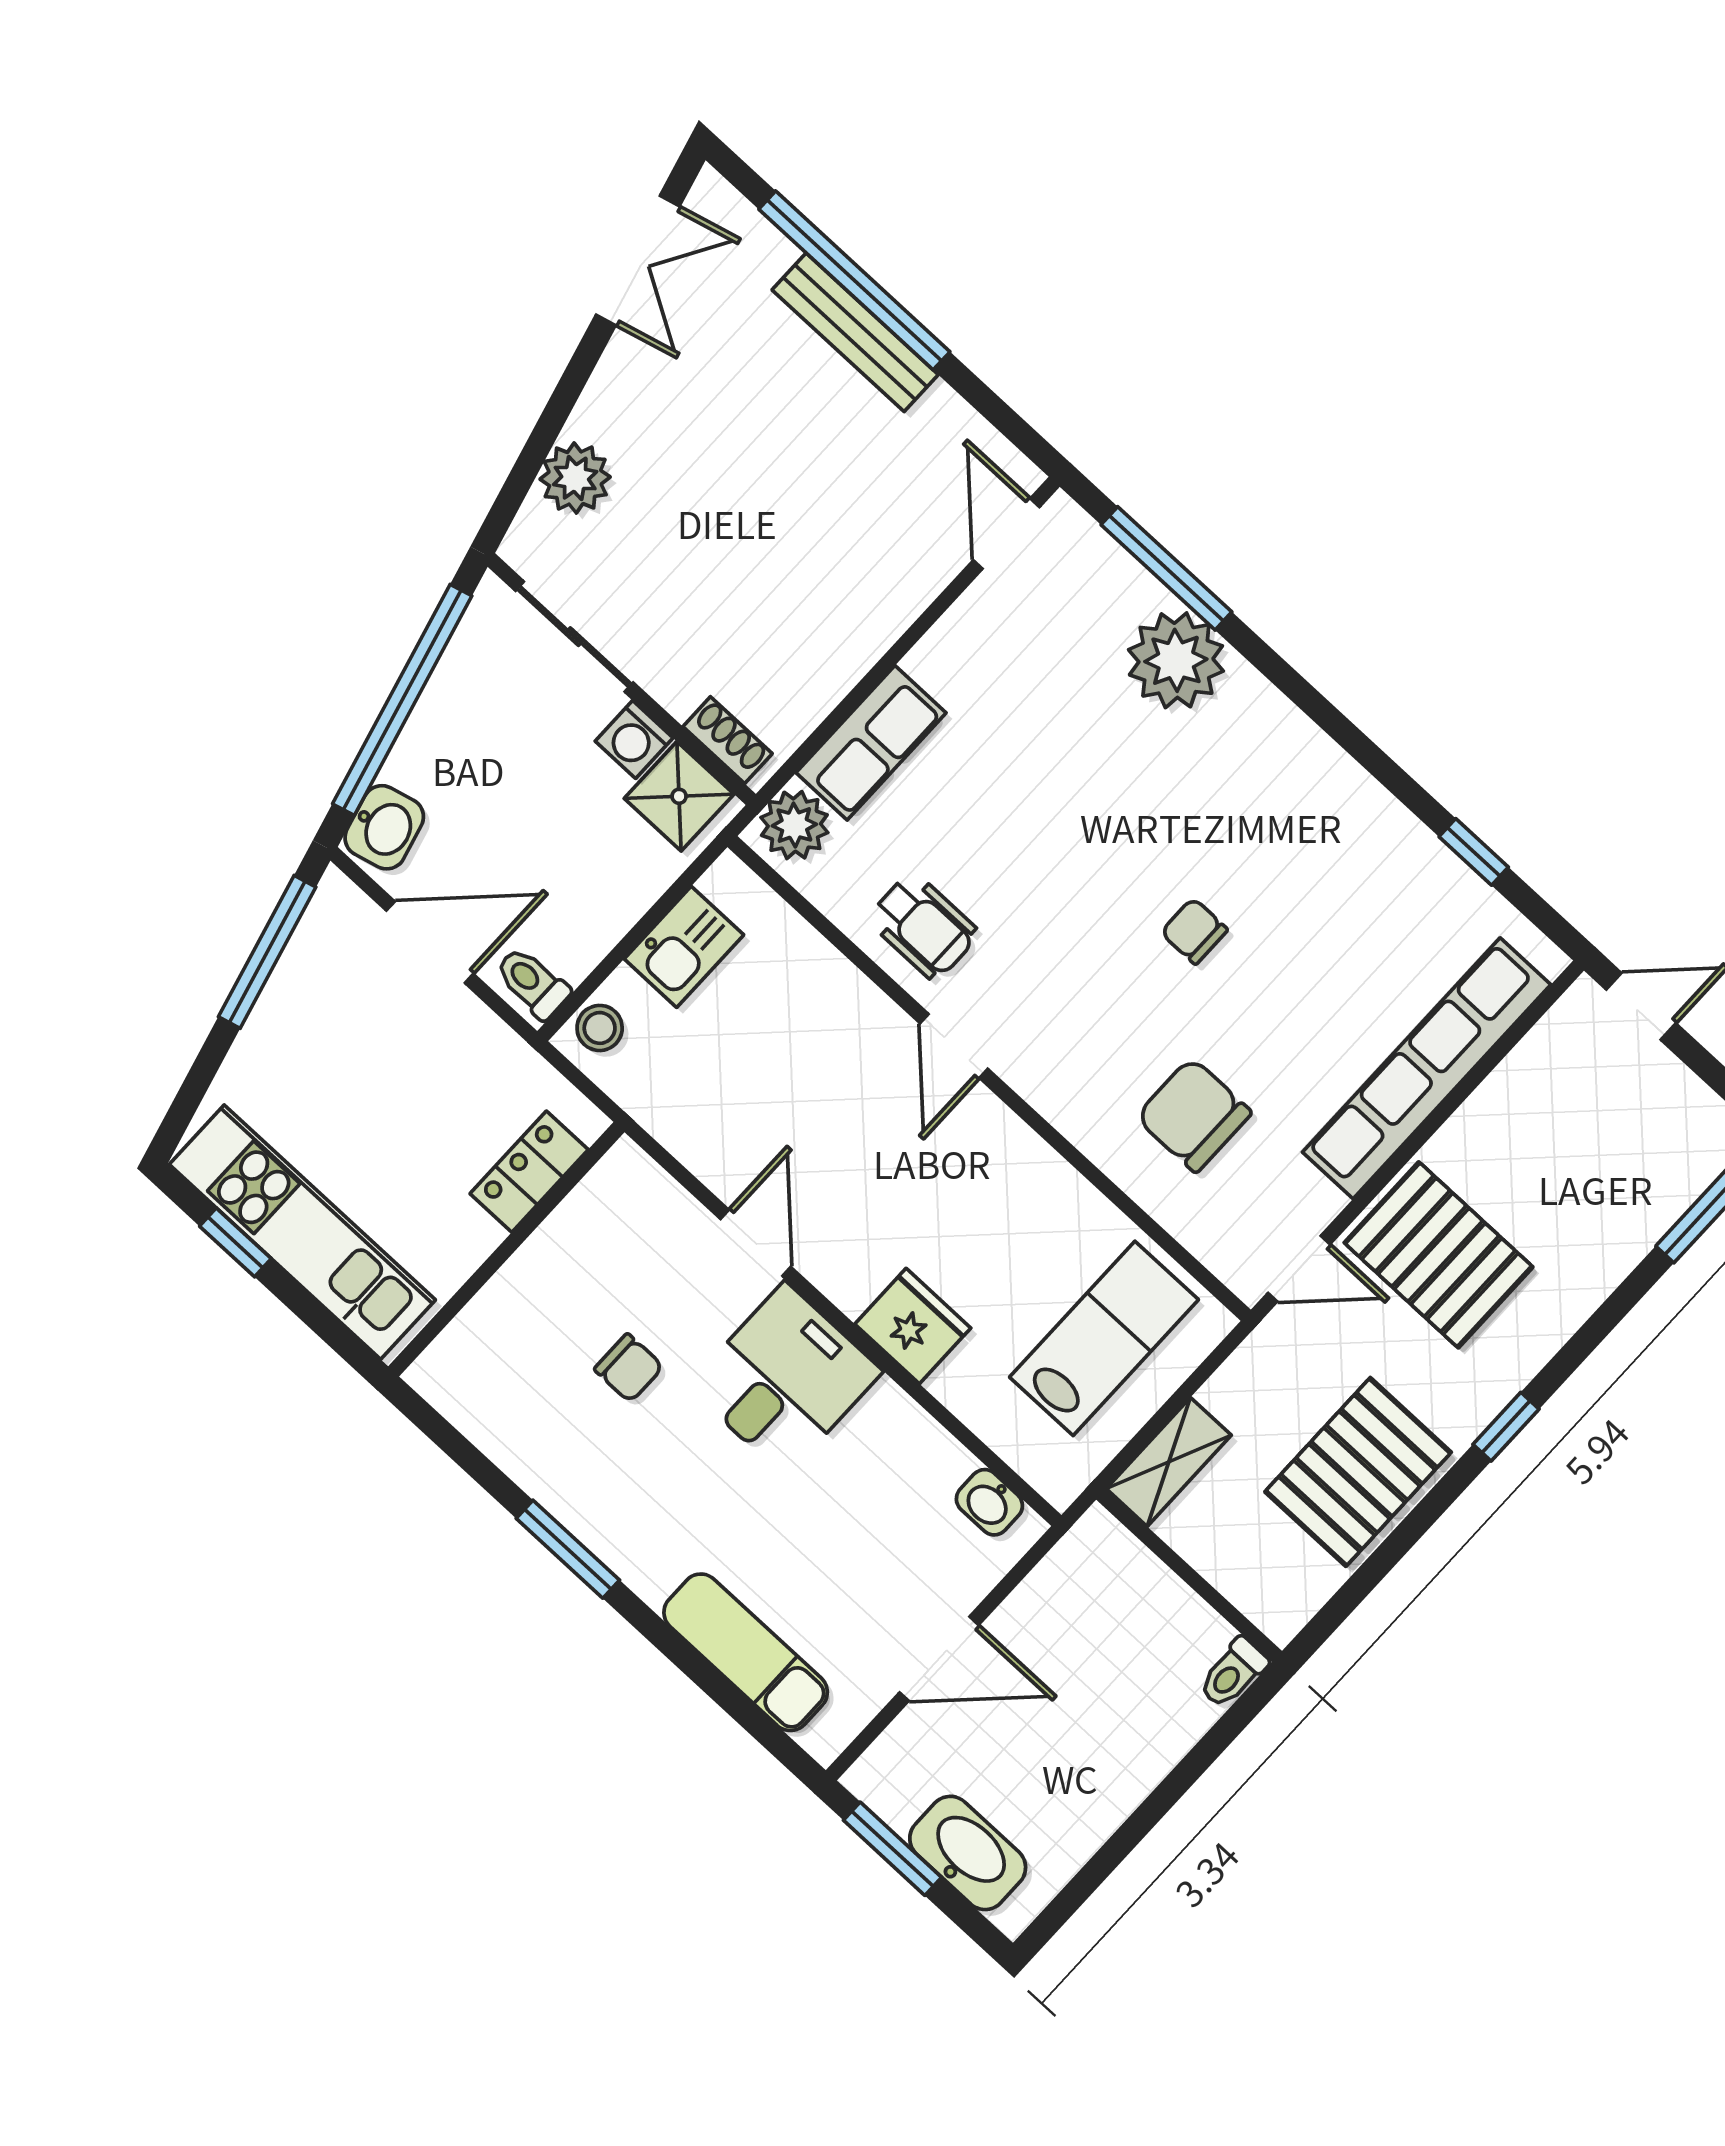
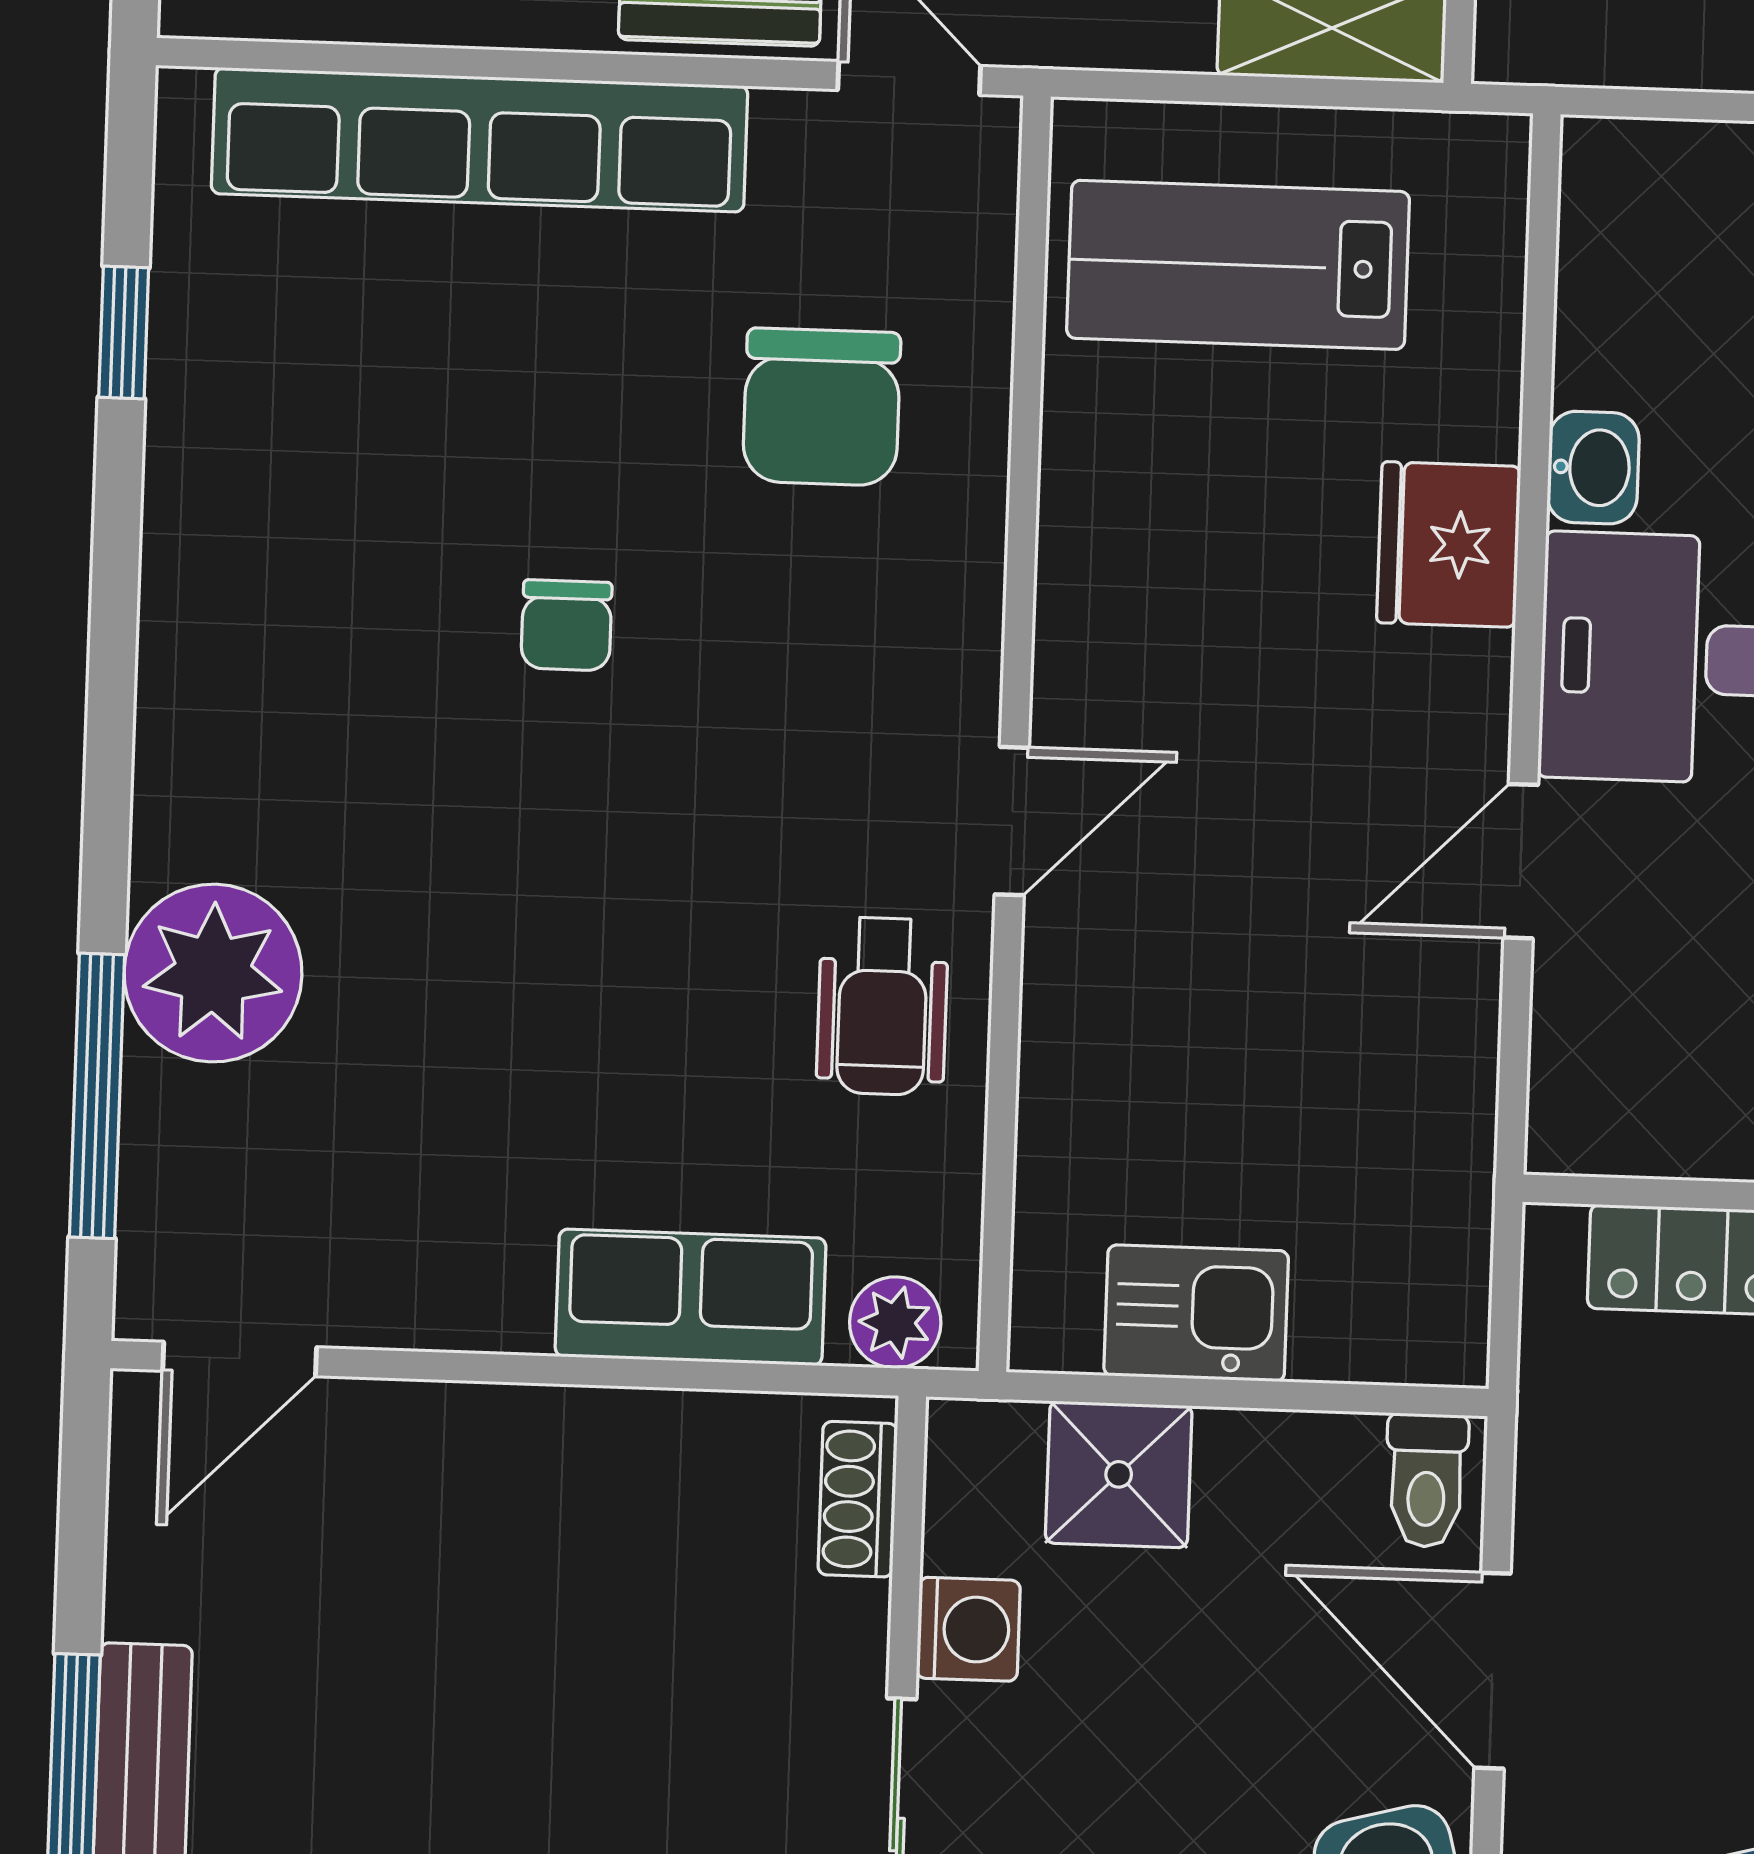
shower: (679, 796) -> (1119, 1474), moved
plant: (794, 825) -> (895, 1322), width x0.73, depth x0.73
wheelchair: (923, 926) -> (882, 1006), turned 180
stool: (600, 1028) -> (1409, 1333), removed
washbasin: (989, 1502) -> (1593, 468), moved

